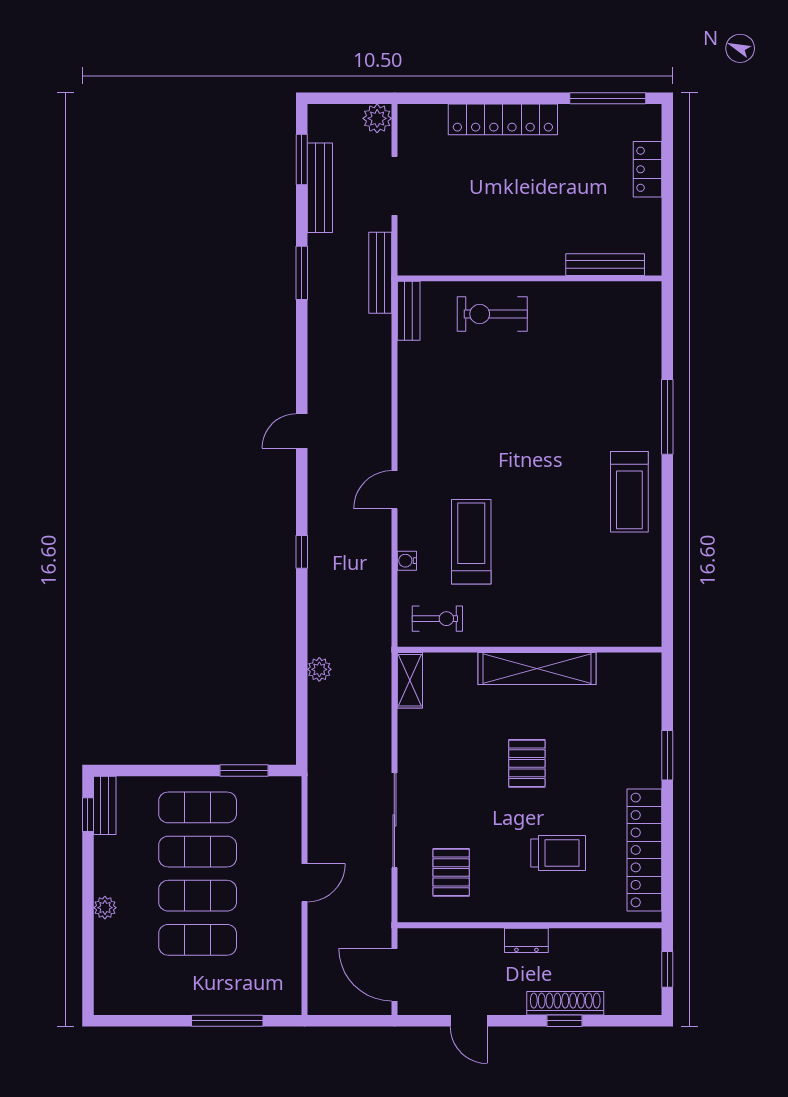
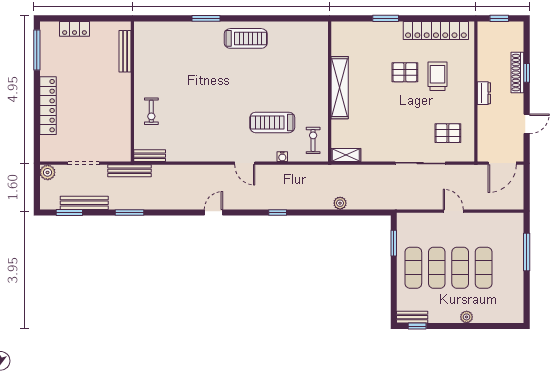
exercise bike: (492, 314) -> (151, 111), width x0.73, depth x0.72
window: (667, 417) -> (206, 18), width x0.69
door: (302, 431) -> (213, 213), swing flipped
pallet: (527, 763) -> (405, 72), moved

